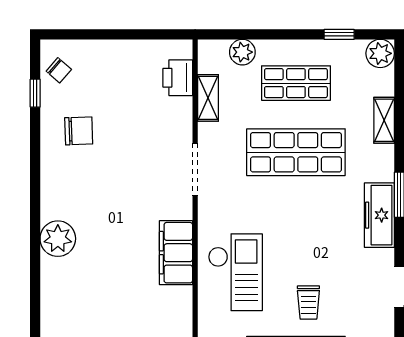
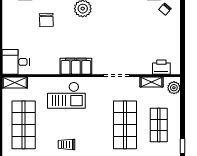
plant: (242, 52) -> (174, 88), moved
chair: (79, 131) -> (46, 20), moved
trolley: (308, 303) -> (67, 144), moved

